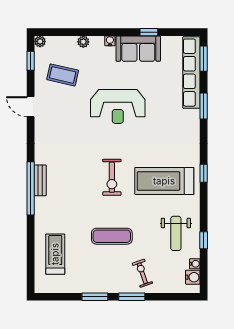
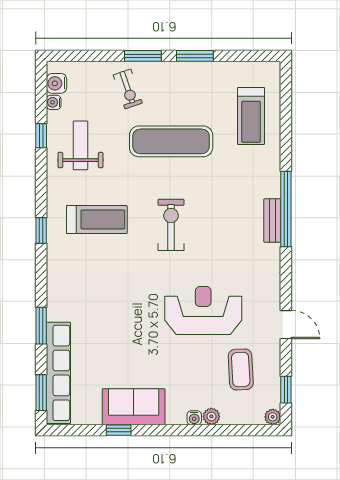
water cooler: (110, 41) -> (194, 418), moved
coffee table: (63, 75) -> (241, 369), turned 74
reception desk: (118, 107) -> (203, 311), moved
treadmill: (164, 181) -> (97, 219), width x0.73, depth x0.73
exercise mat: (112, 236) -> (171, 141), width x1.36, depth x1.45

